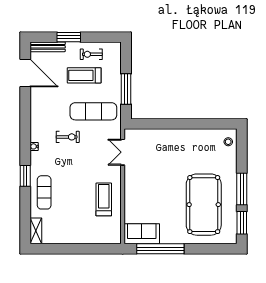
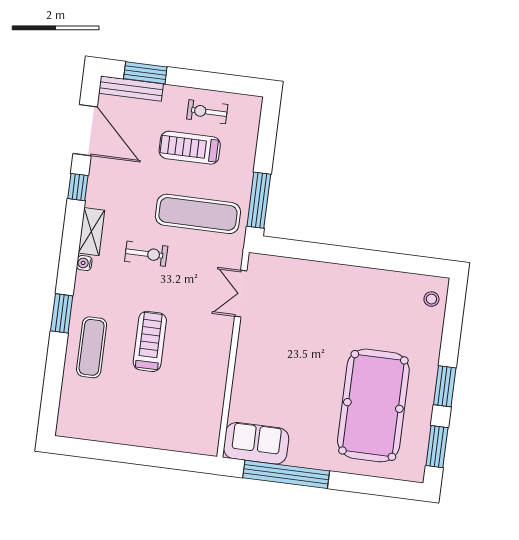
window: (69, 37) -> (145, 73), moved
window: (126, 89) -> (259, 200), moved
window: (25, 105) -> (78, 187), added
window: (242, 189) -> (445, 386), width x0.69
treadmill: (104, 199) -> (150, 341), moved
shelving: (36, 231) -> (91, 232), moved

